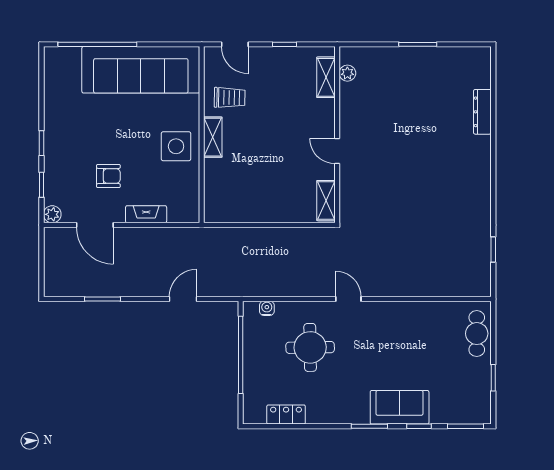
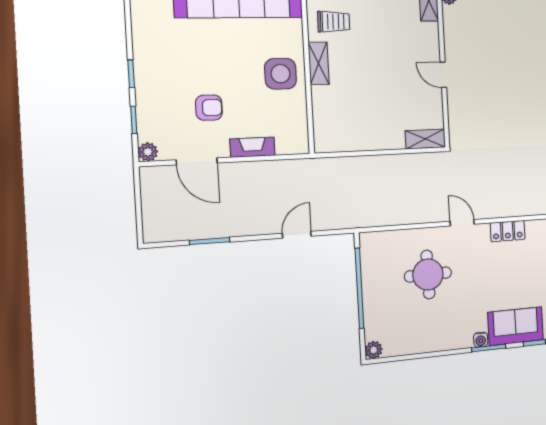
shelving: (326, 201) -> (425, 139), moved, turned 90
water cooler: (267, 308) -> (481, 340), moved, turned 180
locker: (286, 415) -> (508, 231), moved, turned 180
plant: (251, 416) -> (374, 350), added

